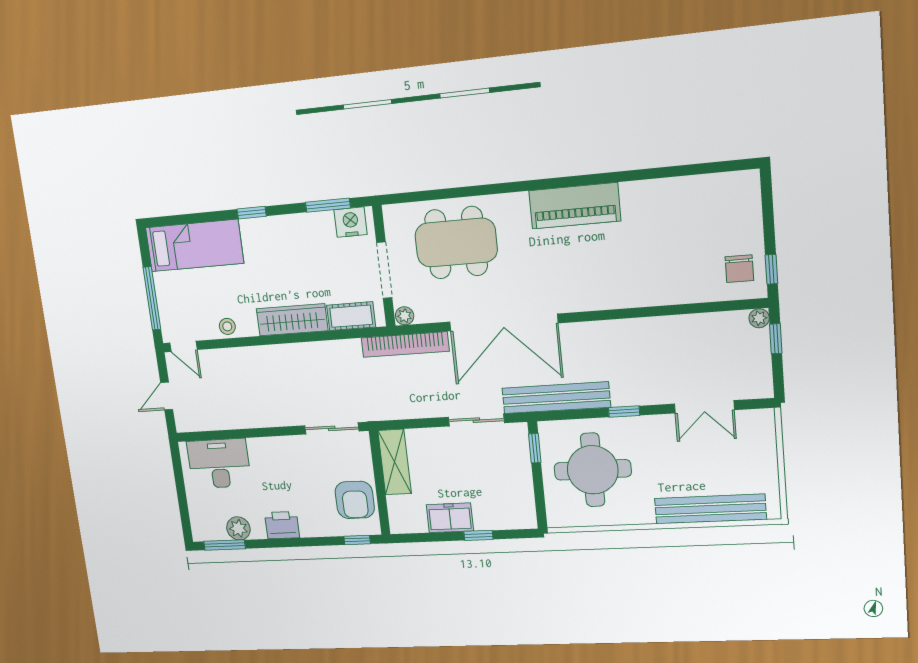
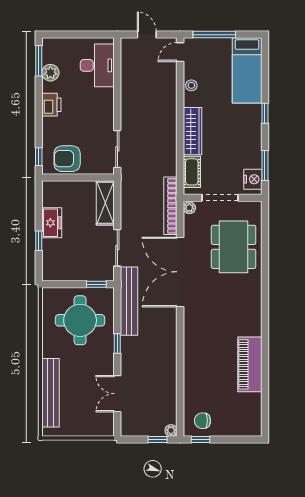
piano: (575, 206) -> (250, 364), moved
shelving: (395, 462) -> (105, 203), moved, turned 90

